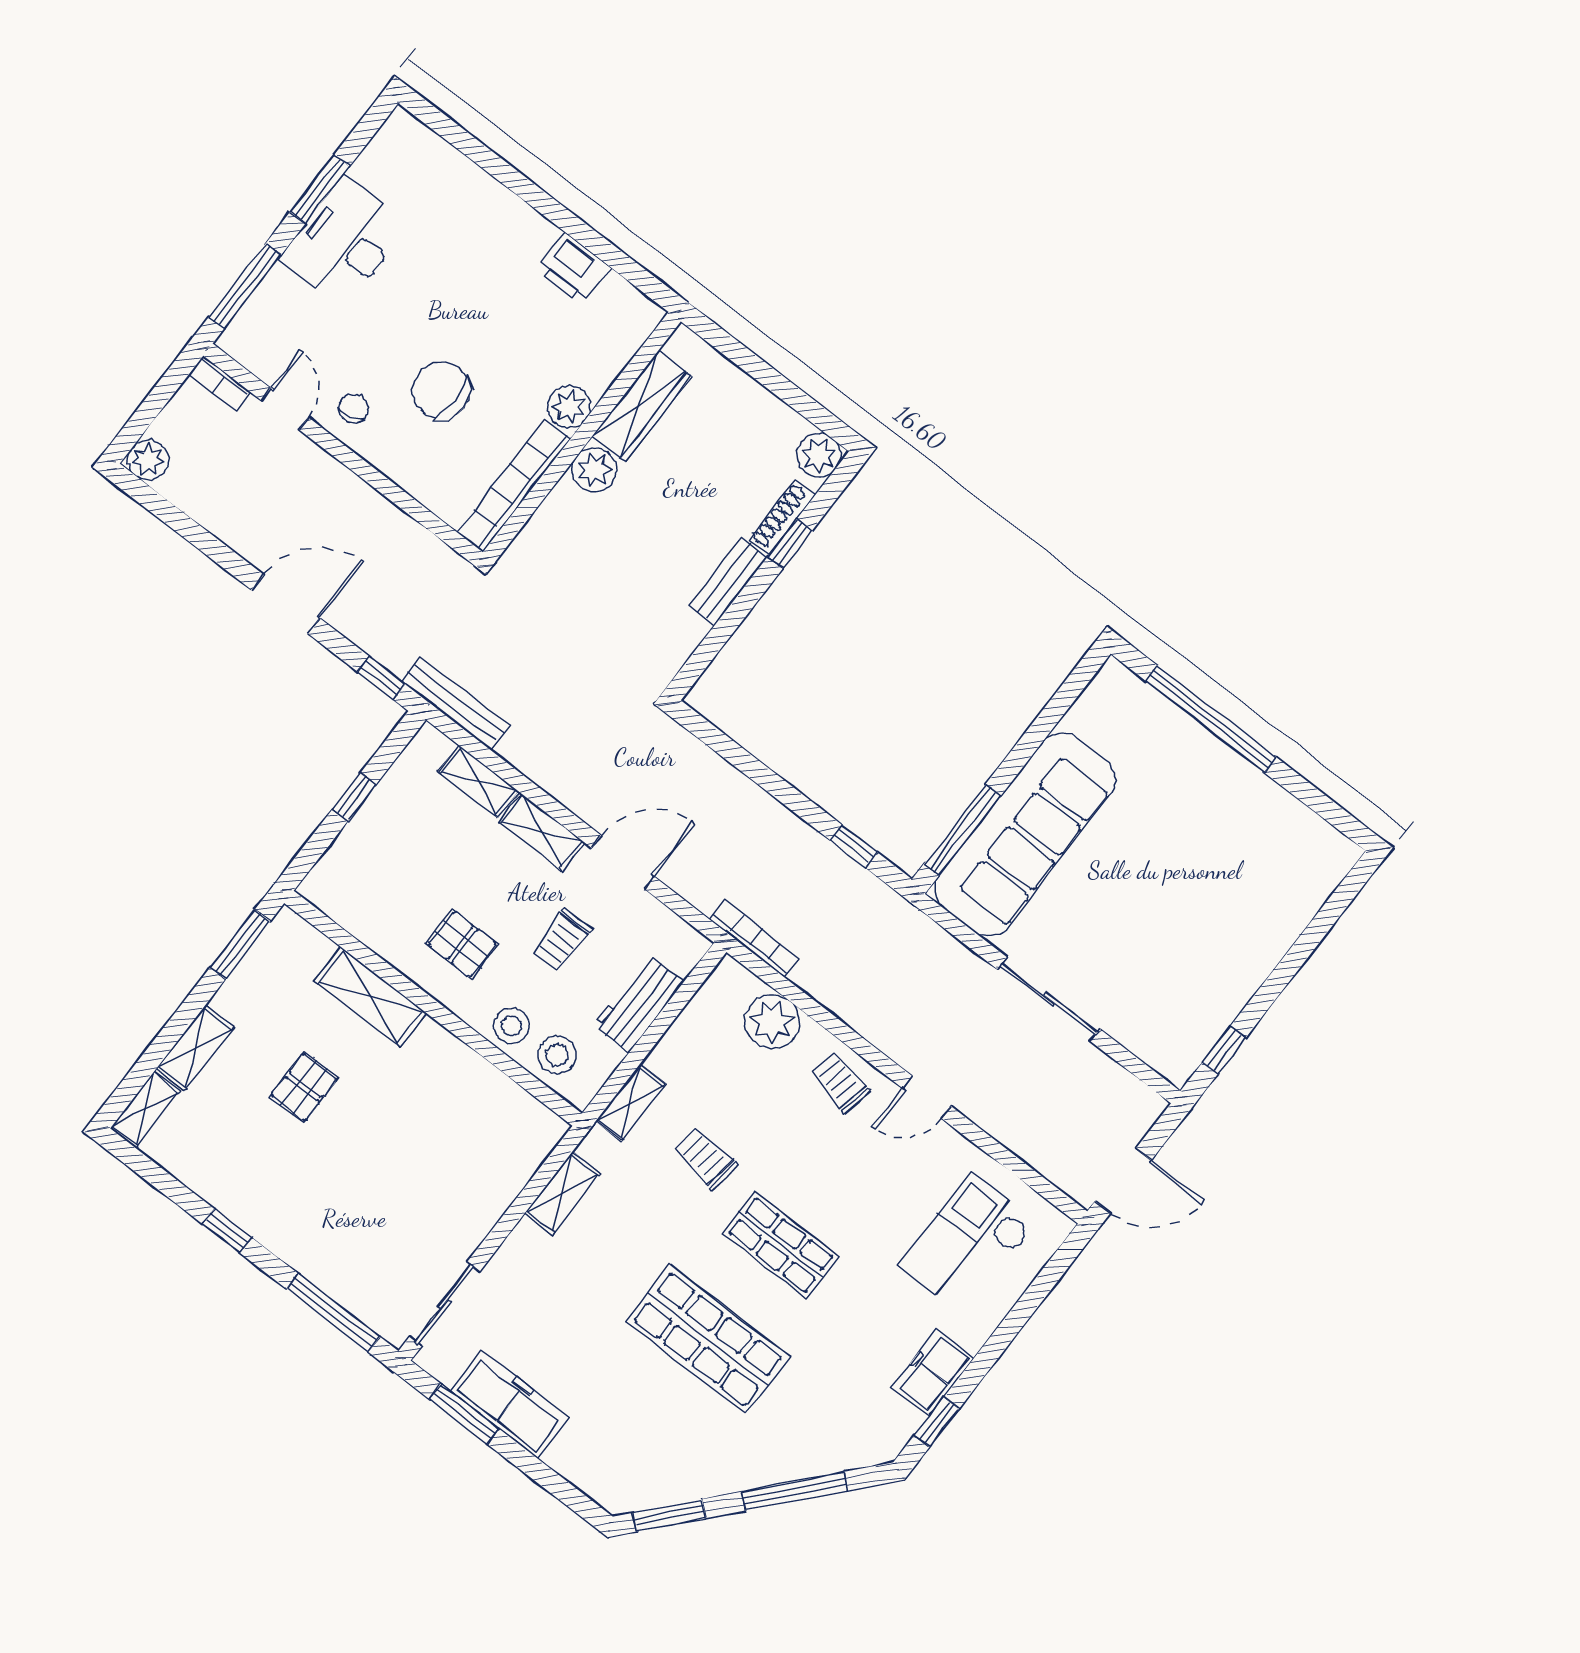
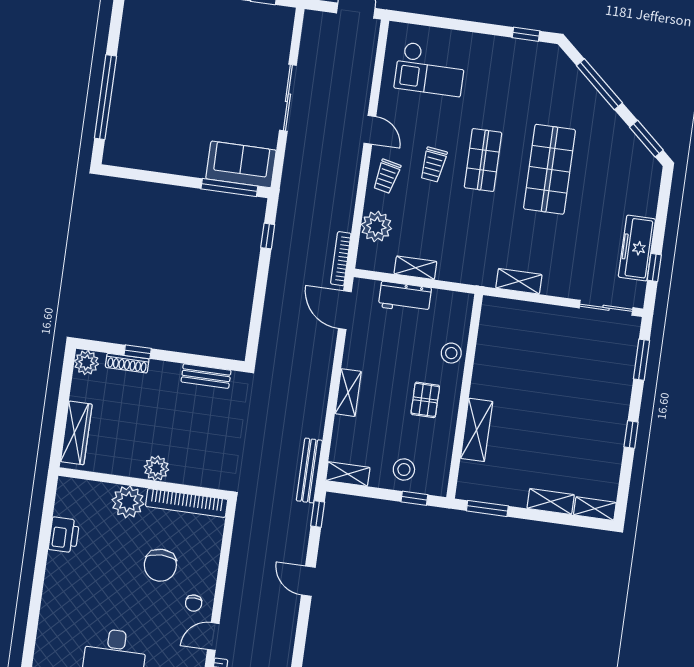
wardrobe: (642, 406) -> (76, 433), moved, turned 90
plant: (569, 407) -> (128, 502), width x1.36, depth x1.36
chair: (353, 408) -> (194, 603), turned -76
bench: (728, 582) -> (206, 376), moved
door: (286, 604) -> (308, 581), width x0.73
shelving: (478, 781) -> (348, 474), moved, turned 90
window: (354, 797) -> (414, 498), moved
sofa: (1025, 834) -> (241, 164), width x0.54, depth x0.79
door: (623, 862) -> (345, 310), moved
trolley: (562, 940) -> (395, 352), removed
stool: (557, 1055) -> (404, 470), moved
pallet: (304, 1087) -> (539, 437), removed
shelving: (631, 1103) -> (415, 268), moved
trolley: (706, 1158) -> (433, 165), moved
window: (333, 1313) -> (641, 360), width x0.69
freezer: (933, 1373) -> (503, 50), removed
window: (464, 1414) -> (654, 267), width x0.67

